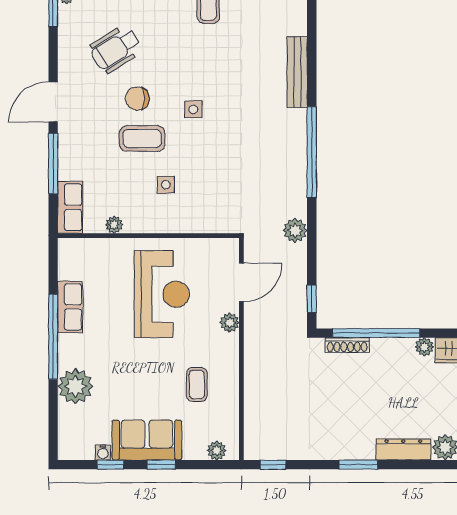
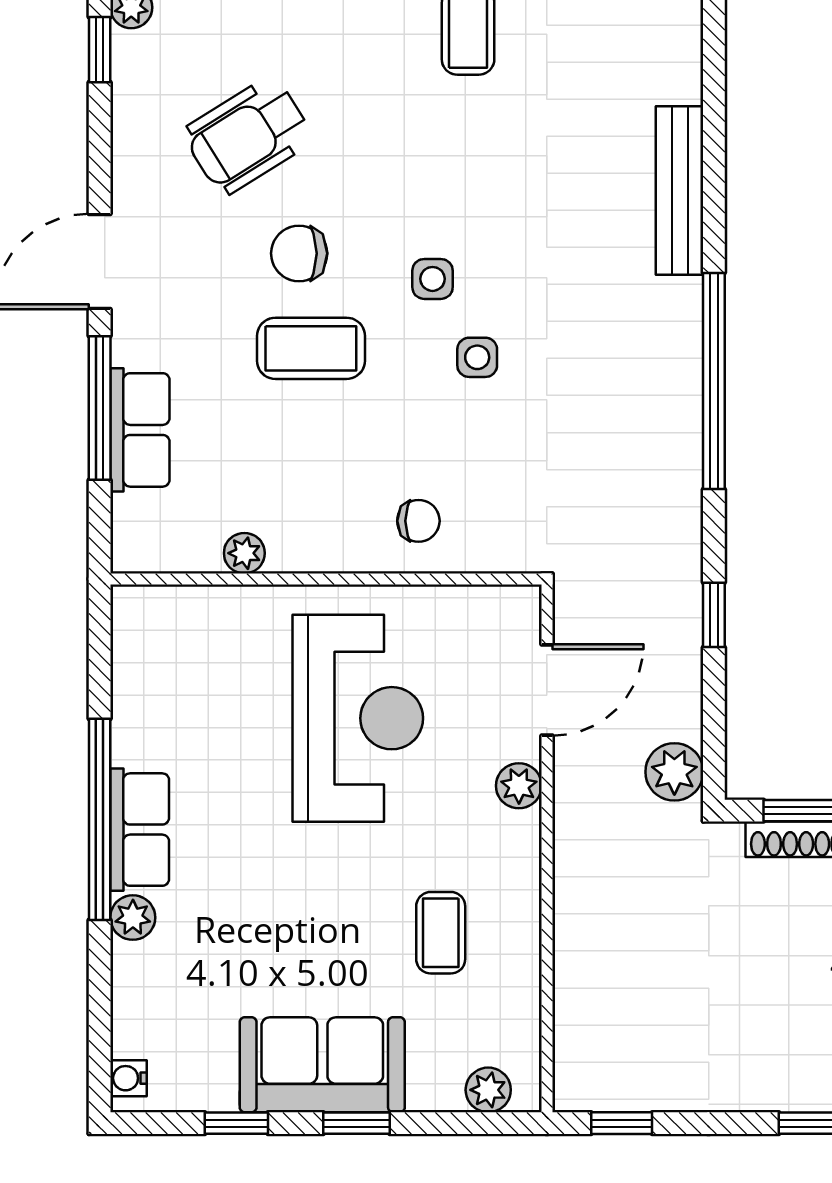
side table: (166, 185) -> (477, 357), moved
row of seats: (70, 207) -> (140, 430), moved
chair: (187, 211) -> (418, 521), added
plant: (295, 230) -> (674, 772), moved
window: (312, 299) -> (714, 615), moved
row of seats: (70, 307) -> (140, 830), moved
plant: (75, 386) -> (133, 918), width x0.53, depth x0.53
water cooler: (103, 452) -> (128, 1078), moved, turned 90

